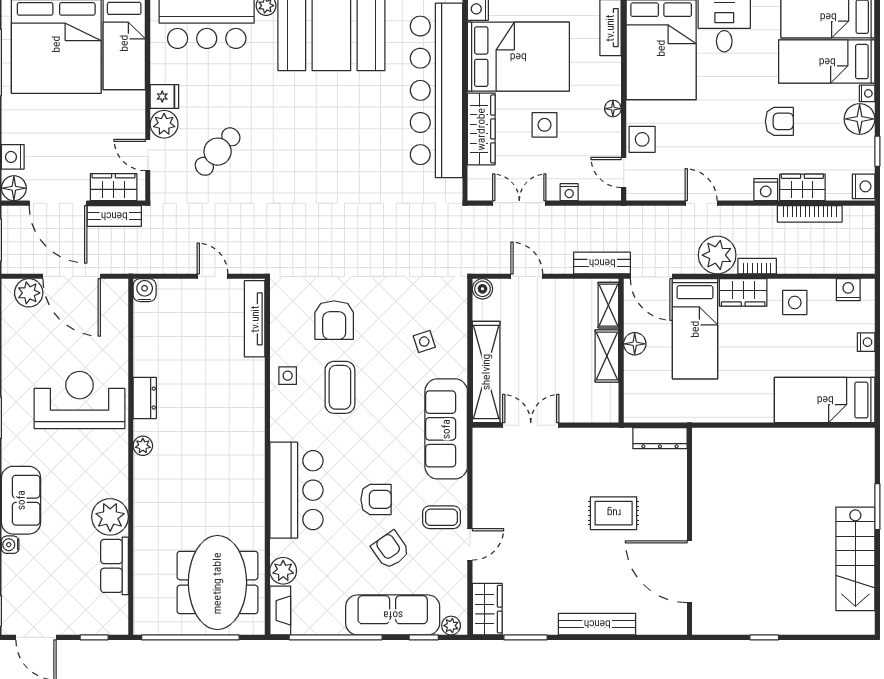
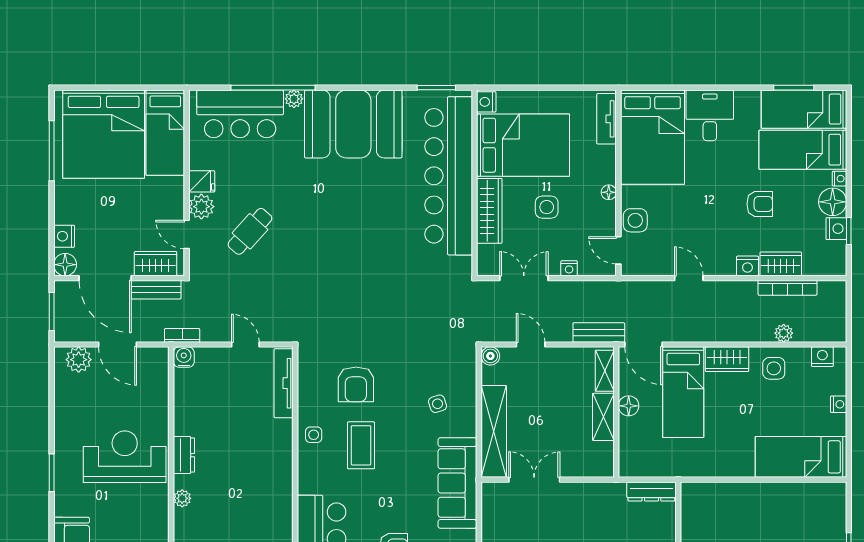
nightstand: (864, 186) -> (836, 229), moved
plant: (717, 255) -> (784, 333), moved, width x0.53, depth x0.53
bookcase: (757, 266) -> (182, 335), moved
door: (72, 276) -> (118, 345), width x0.73

